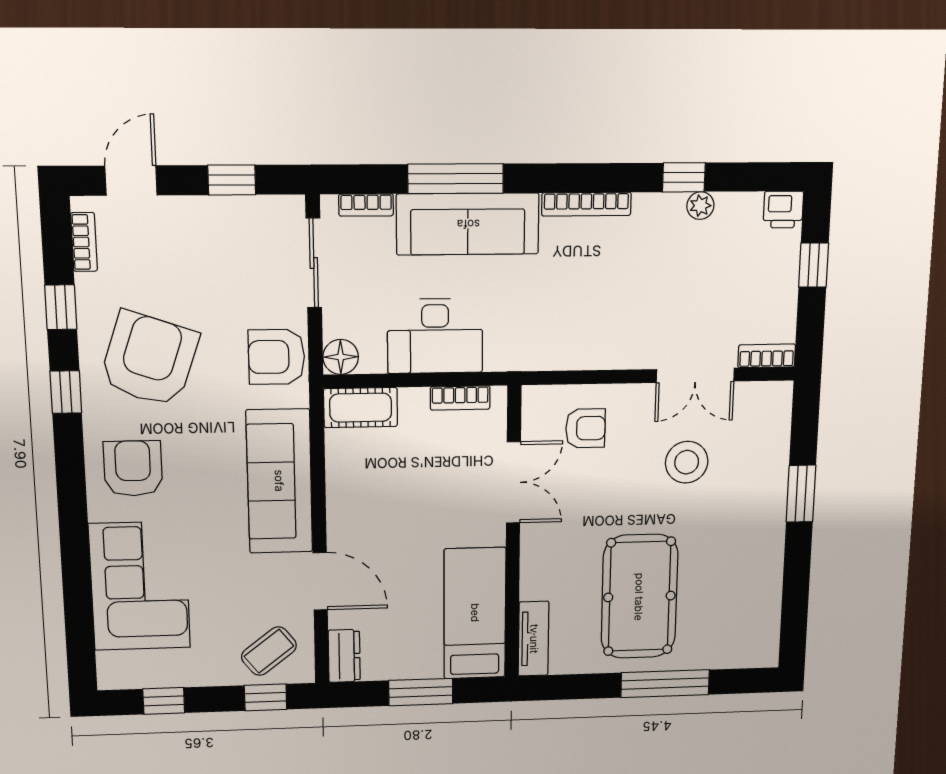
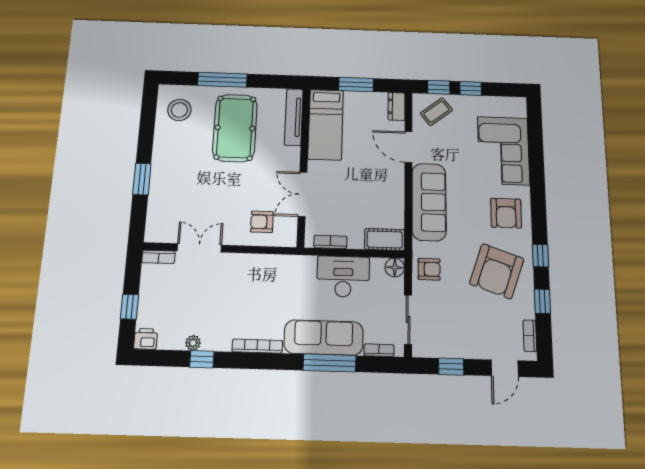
armchair: (276, 357) -> (429, 269), width x0.72, depth x0.72
stool: (687, 462) -> (179, 110), moved
tv unit: (534, 639) -> (294, 117), width x1.41
window: (164, 701) -> (471, 88), moved

